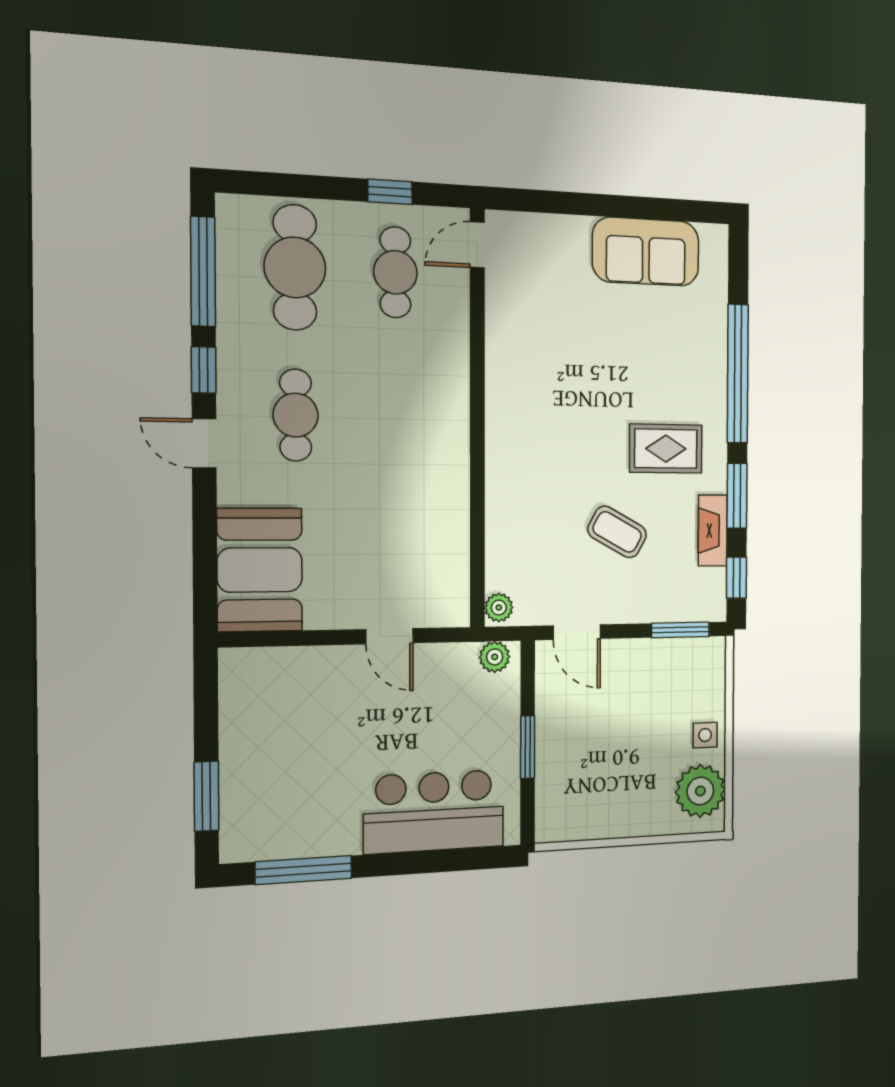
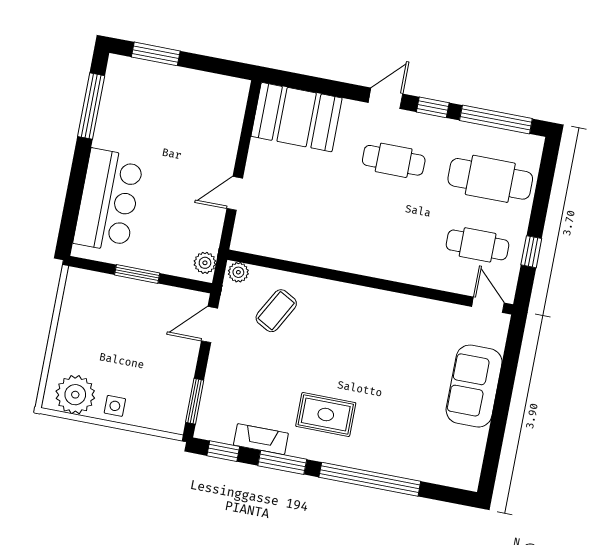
sofa: (646, 252) -> (474, 386), moved
rug: (666, 449) -> (326, 415), turned 90
coffee table: (617, 532) -> (276, 311), moved

